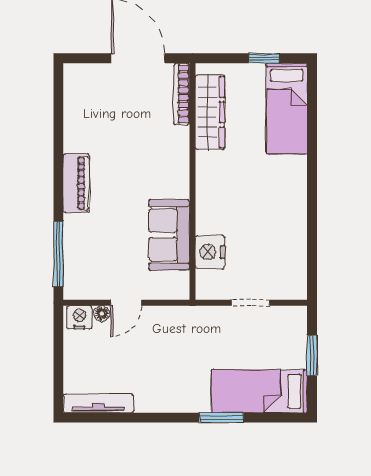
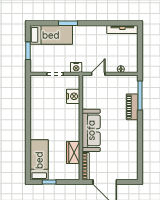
wardrobe: (210, 112) -> (73, 152), width x0.67
piano: (76, 183) -> (132, 107), moved
sofa: (169, 235) -> (91, 130), moved, width x1.36
door: (126, 303) -> (98, 74), moved
nightstand: (79, 317) -> (76, 67), moved

